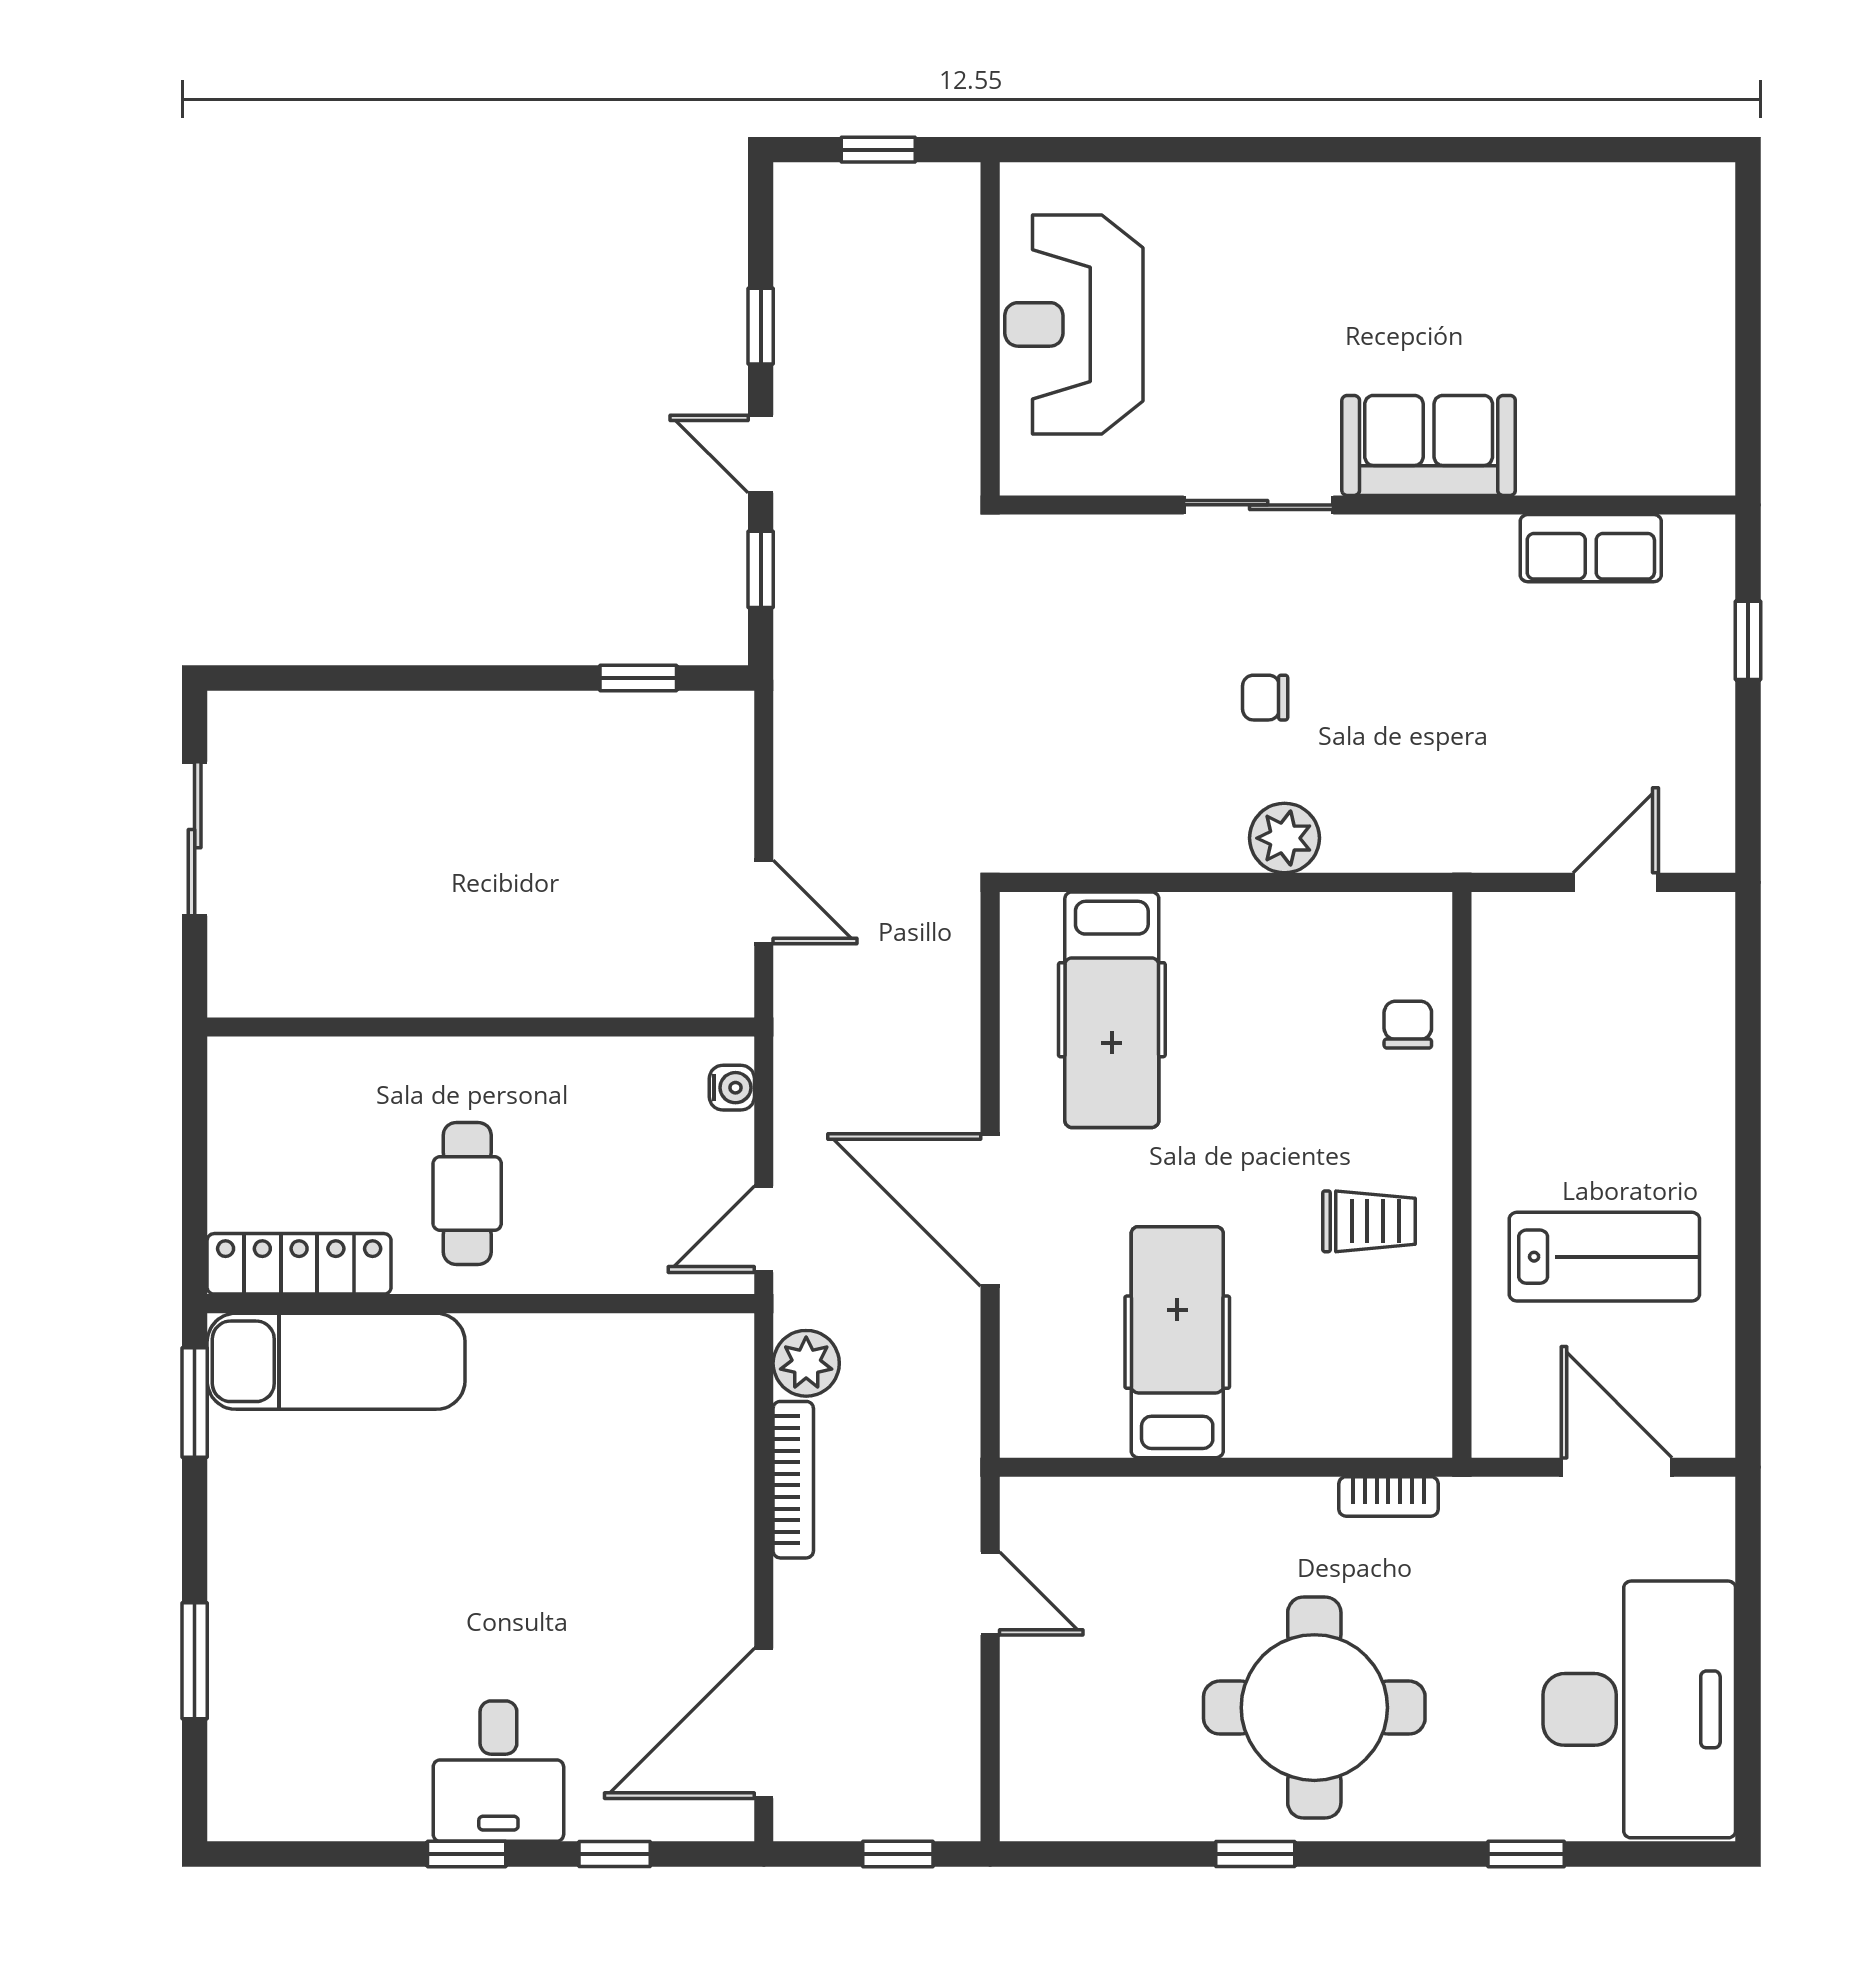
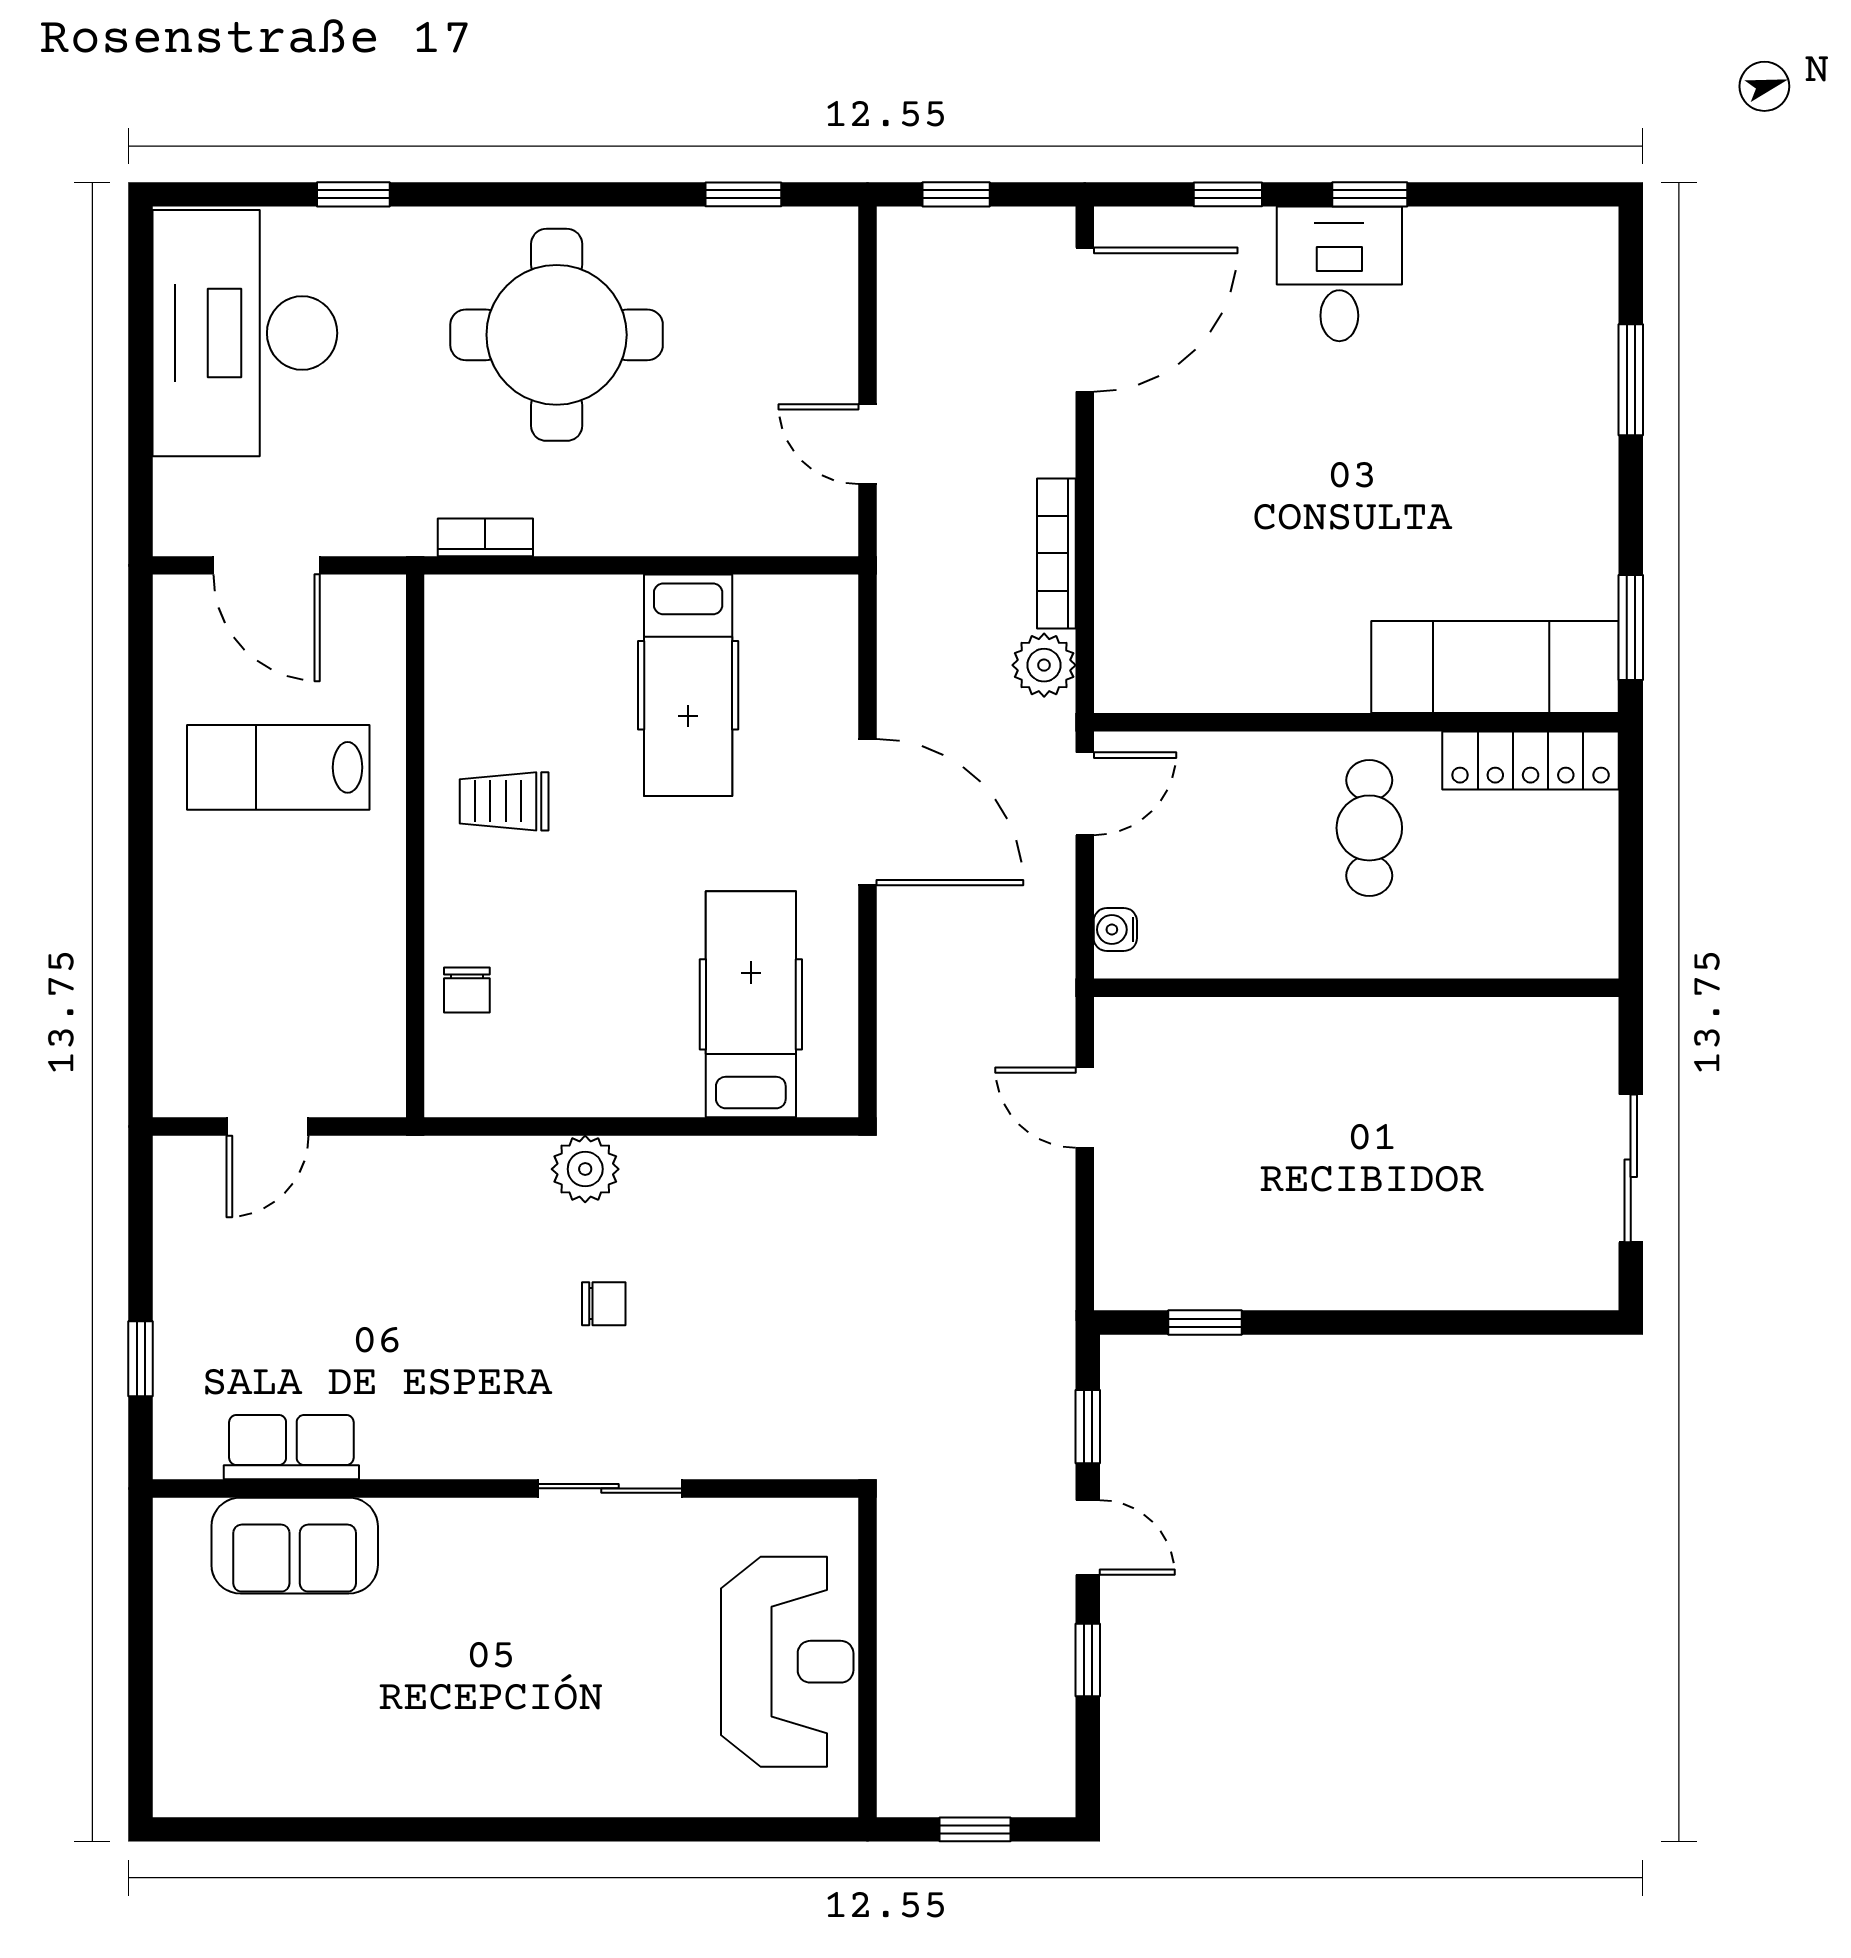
sofa: (1429, 445) -> (295, 1546), moved
window: (1255, 1854) -> (743, 194), moved

